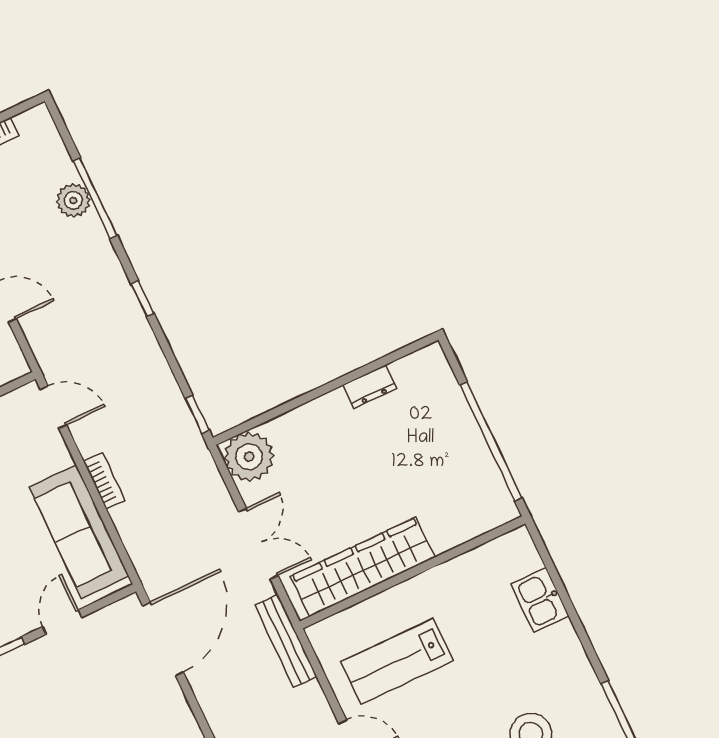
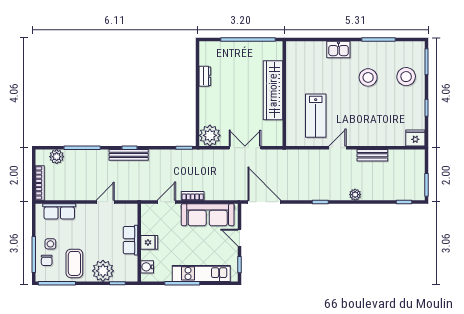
plant: (73, 200) -> (57, 157), moved
door: (53, 407) -> (166, 202), moved
wardrobe: (363, 567) -> (273, 90), moved
kitchen sink: (540, 600) -> (338, 49), moved
bench: (286, 641) -> (129, 155), moved

